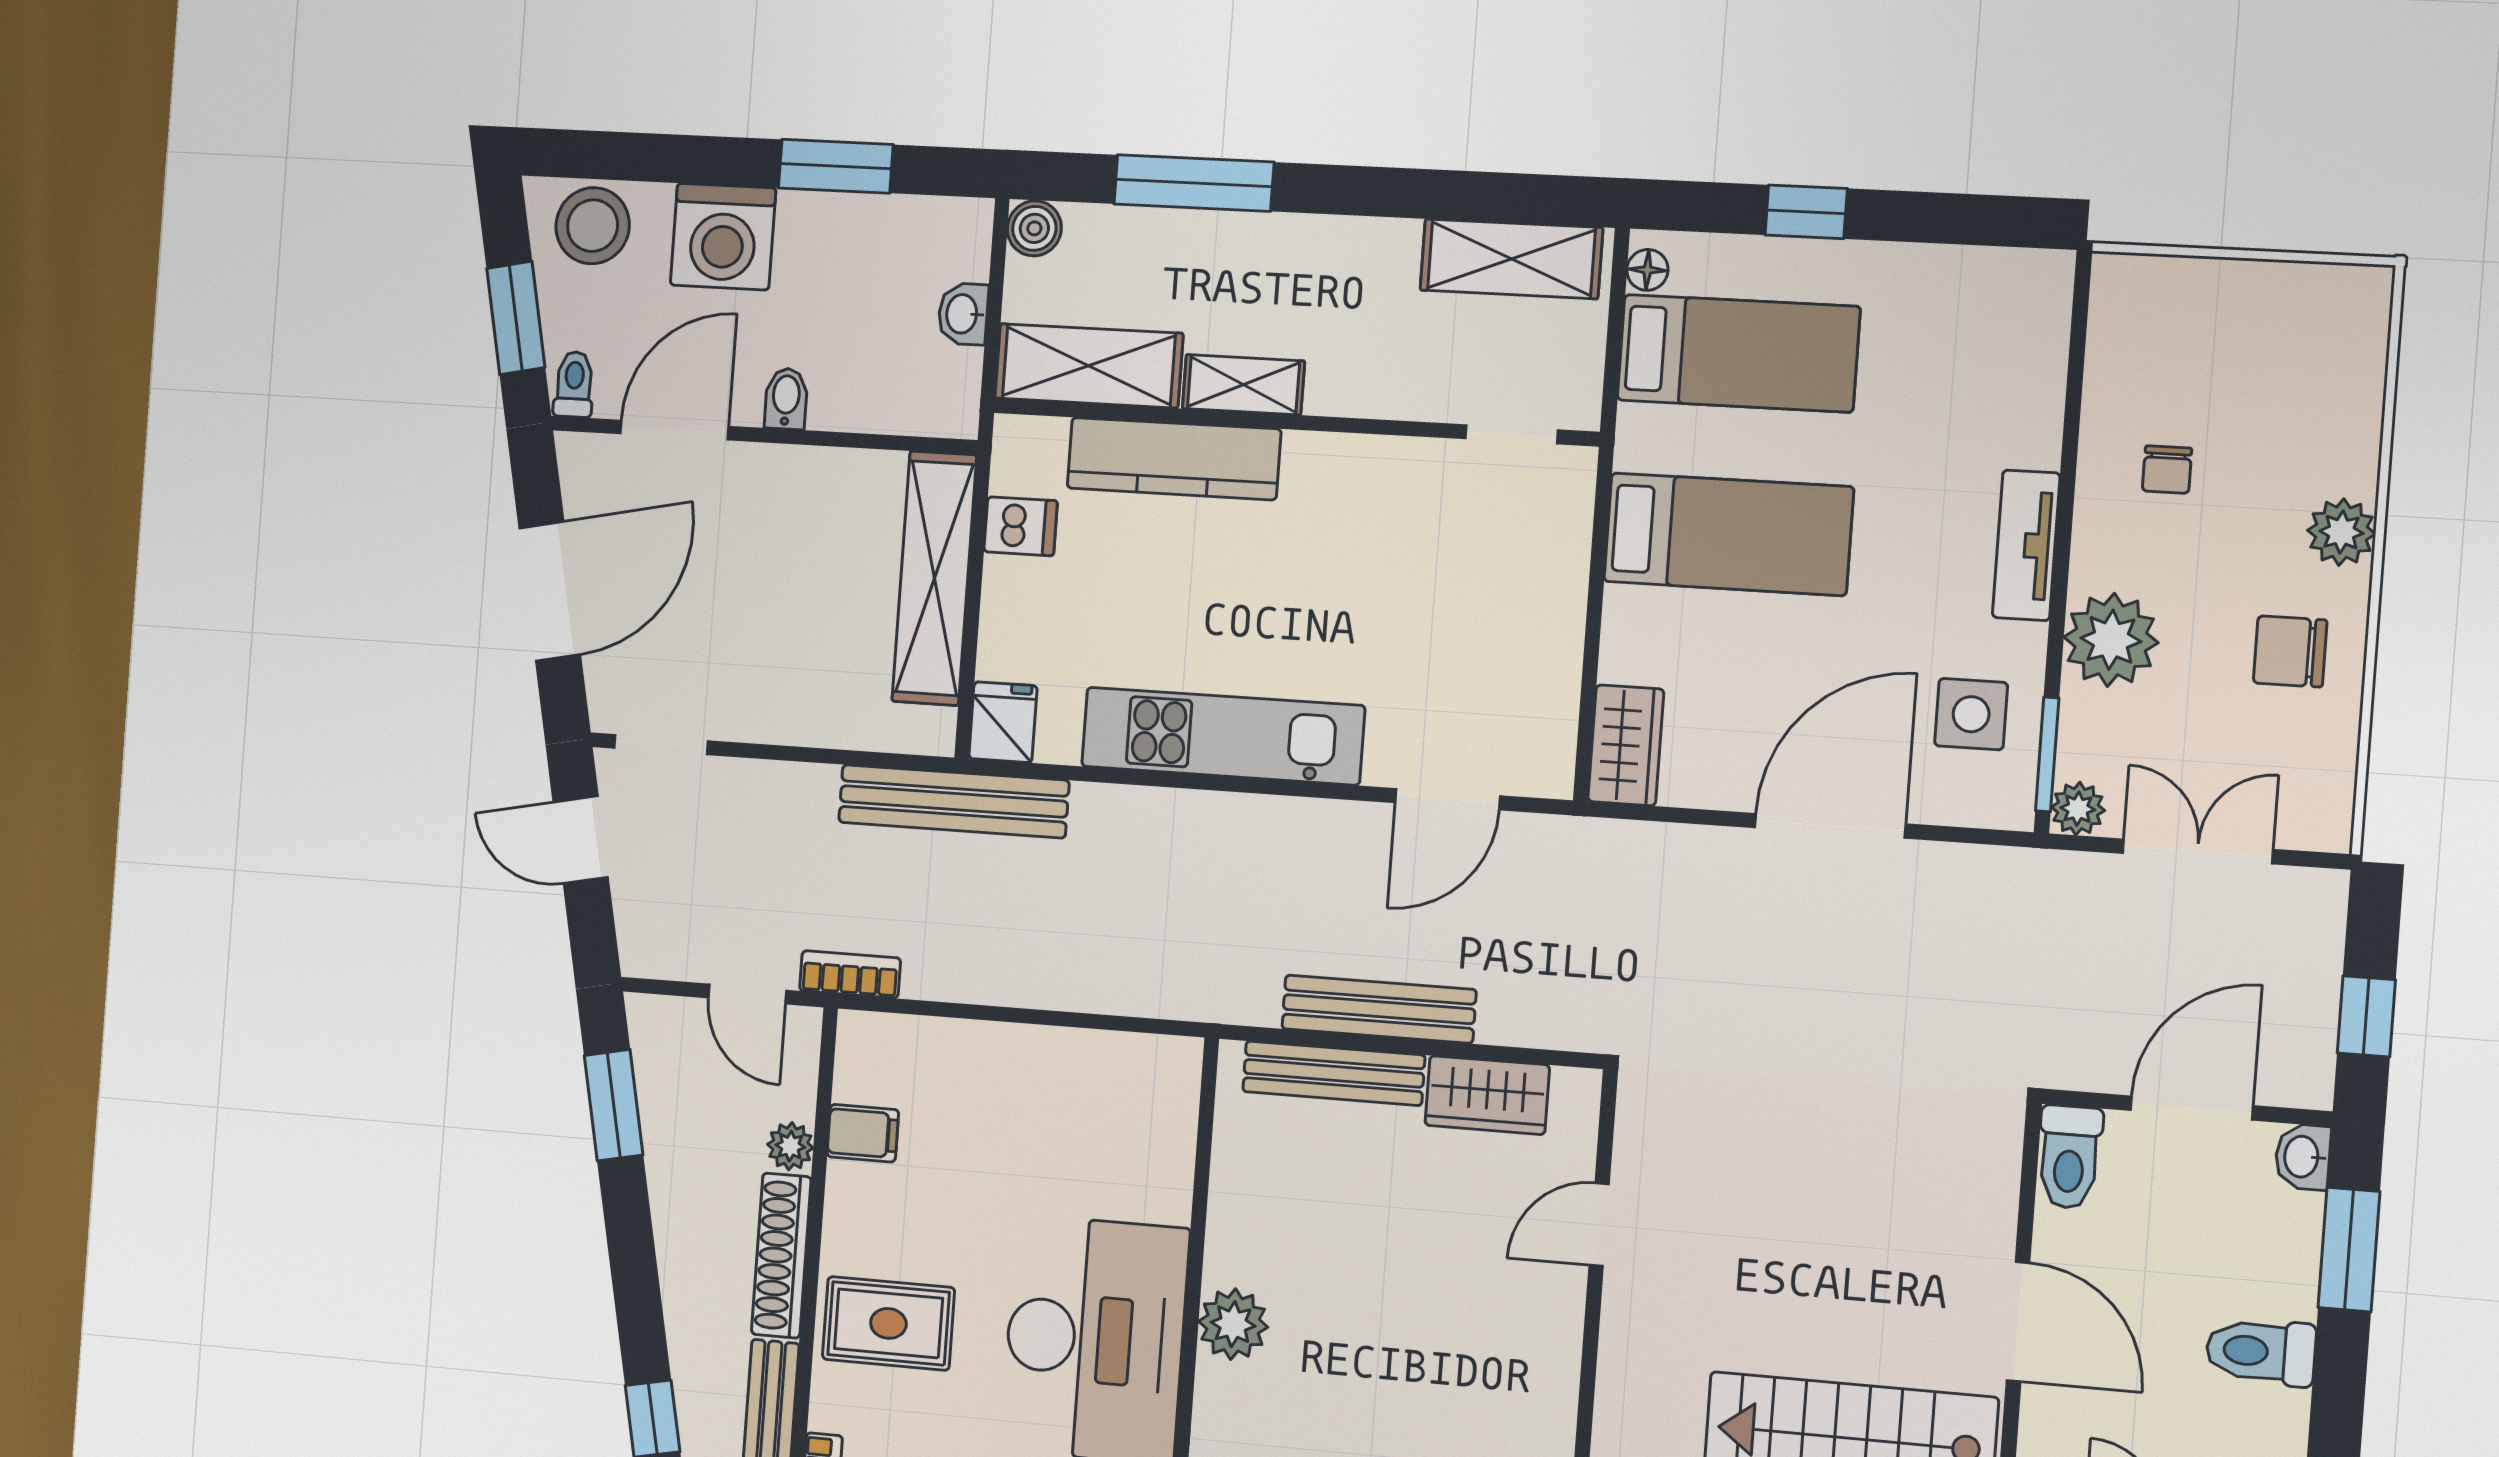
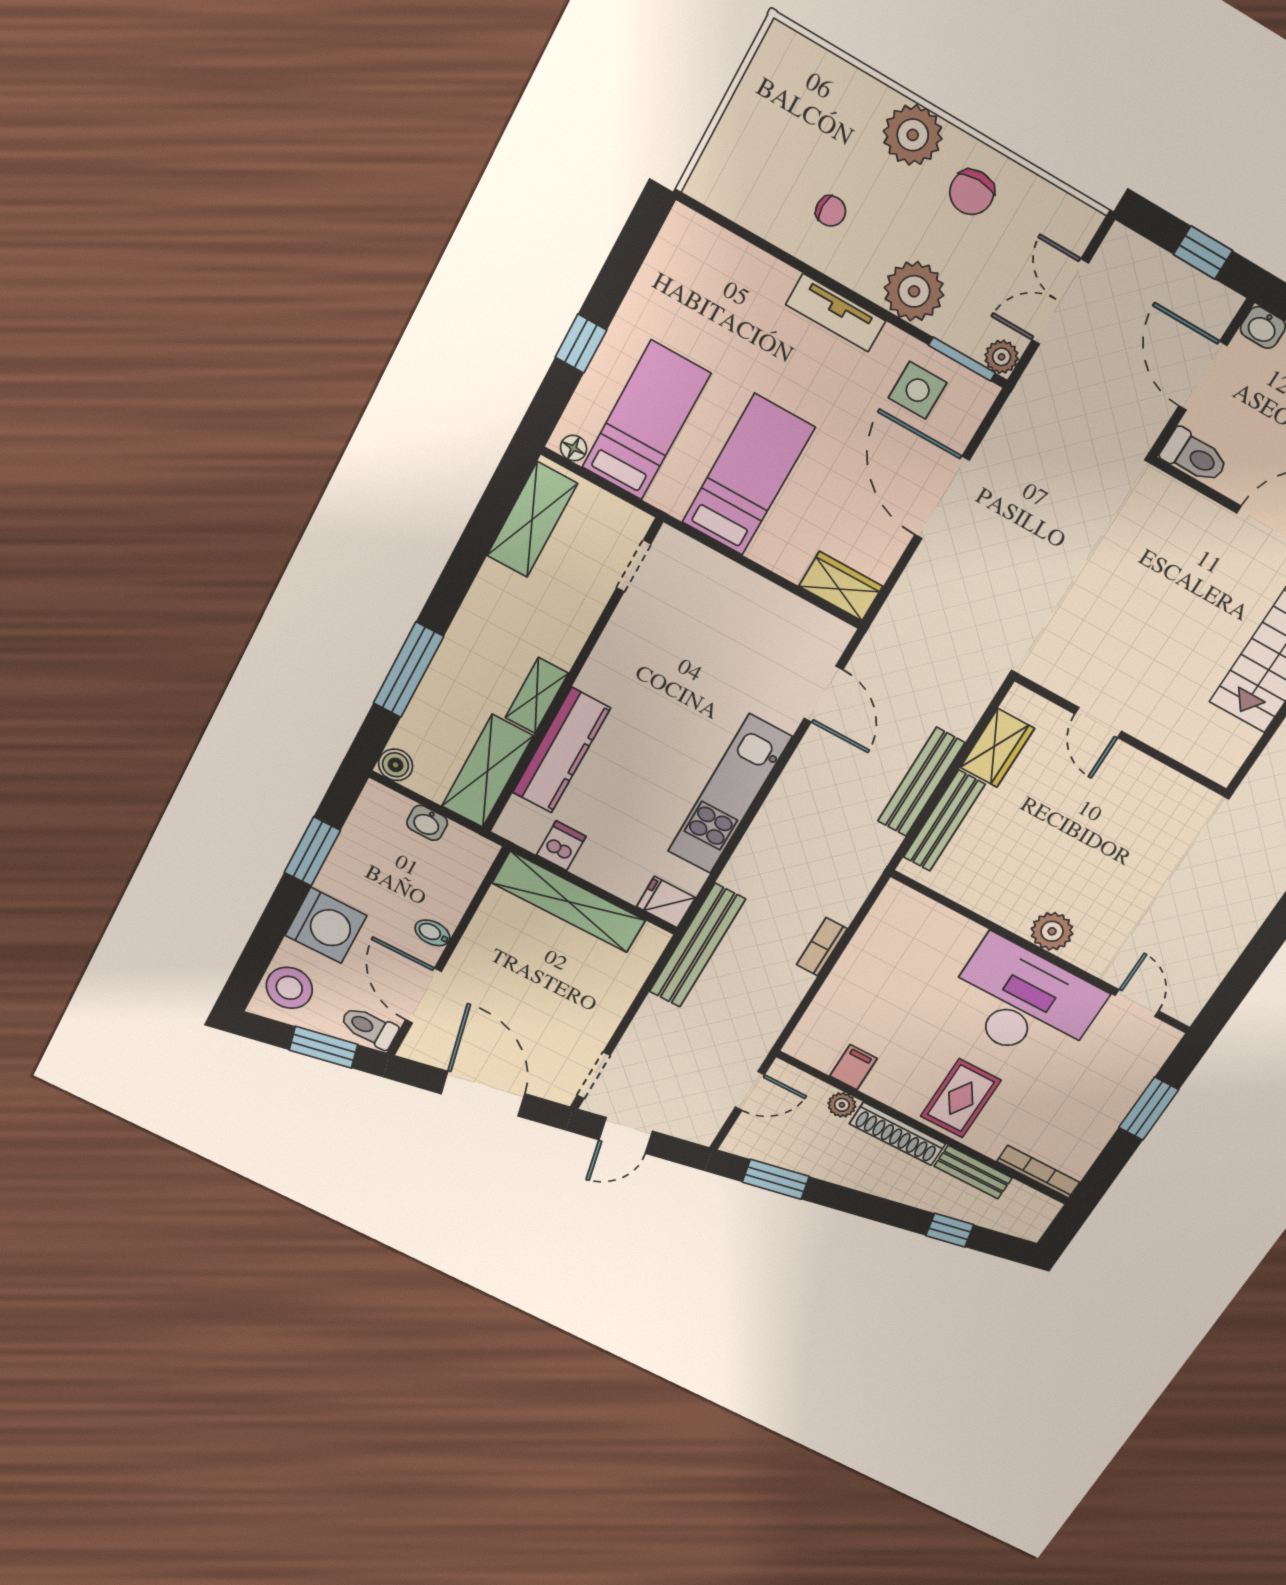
toilet: (574, 384) -> (369, 1027), width x1.37, depth x1.39
plant: (2341, 532) -> (913, 135), width x1.36, depth x1.36
bookcase: (850, 974) -> (822, 947), moved

